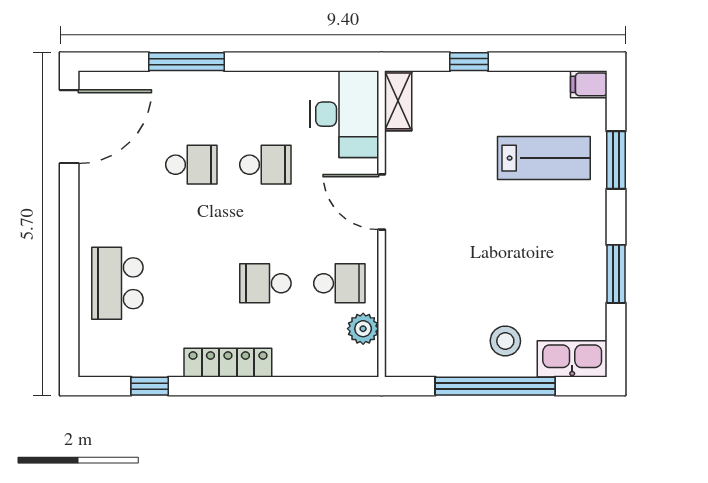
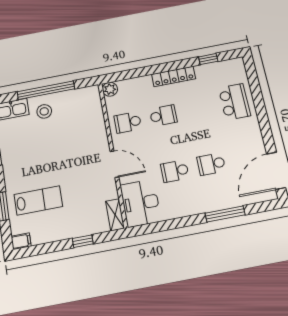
lab bench: (544, 158) -> (38, 200), turned 180
plant: (363, 329) -> (110, 89), moved

